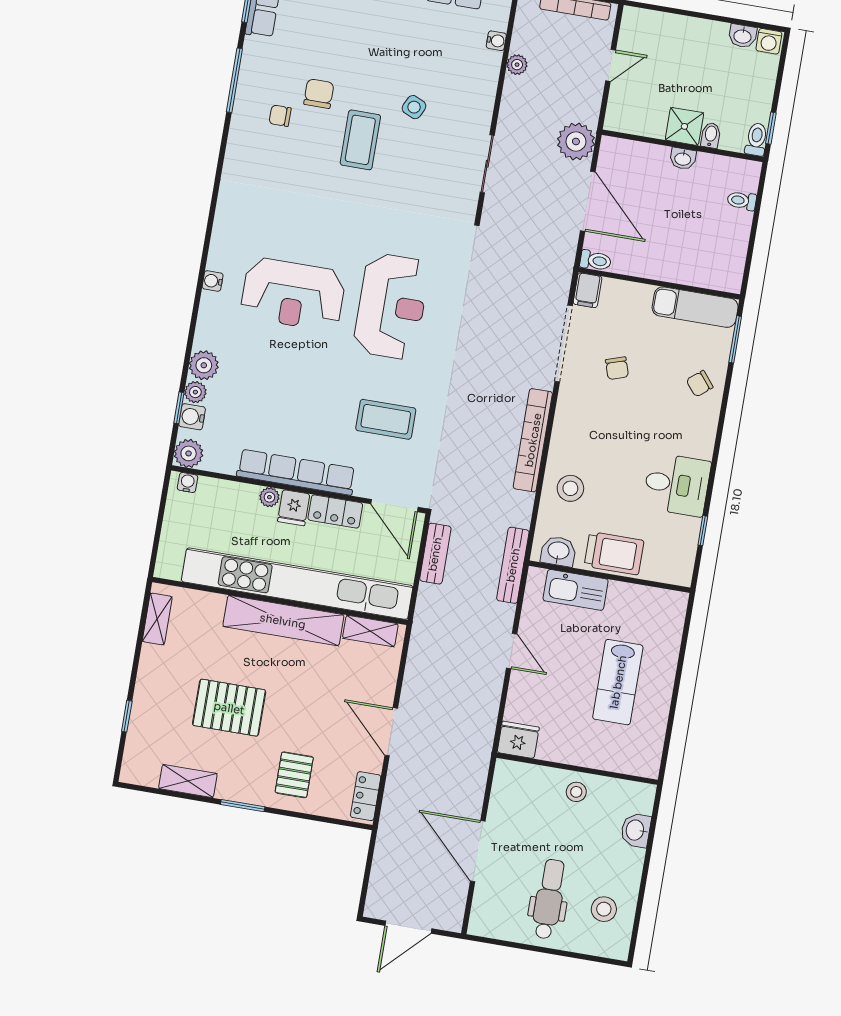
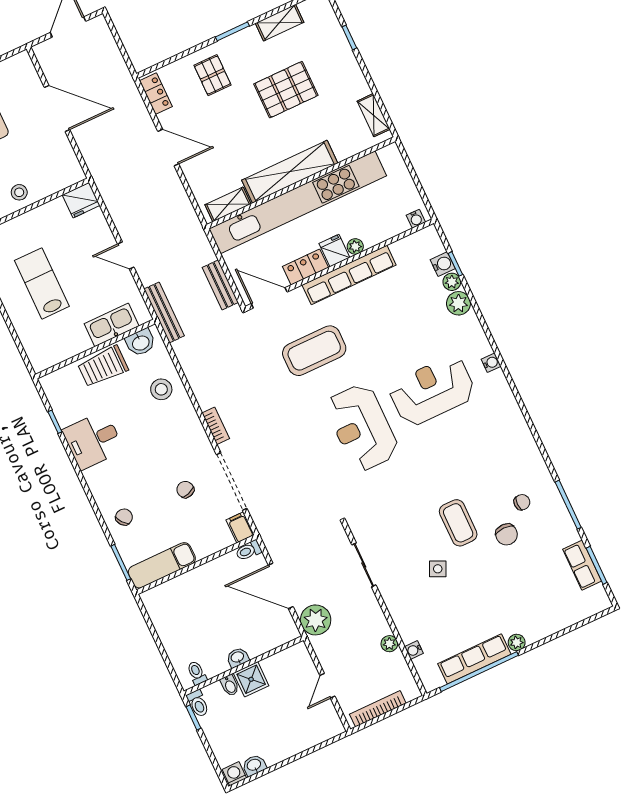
toilet: (742, 201) -> (197, 673), moved, turned -90
coffee table: (386, 419) -> (314, 351), width x1.36, depth x1.32
bookcase: (533, 440) -> (216, 426), width x0.43, depth x0.76
plant: (189, 453) -> (428, 238), removed

